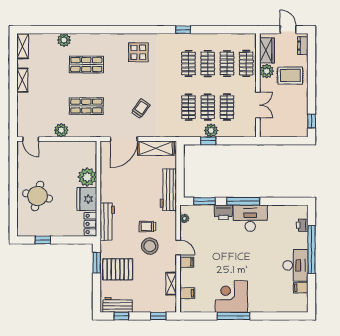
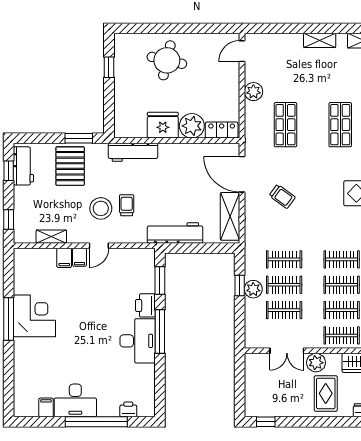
plant: (267, 71) -> (316, 363), moved
plant: (184, 218) -> (137, 254), removed
locker: (90, 224) -> (222, 130), moved
filing cabinet: (187, 293) -> (64, 258), moved

